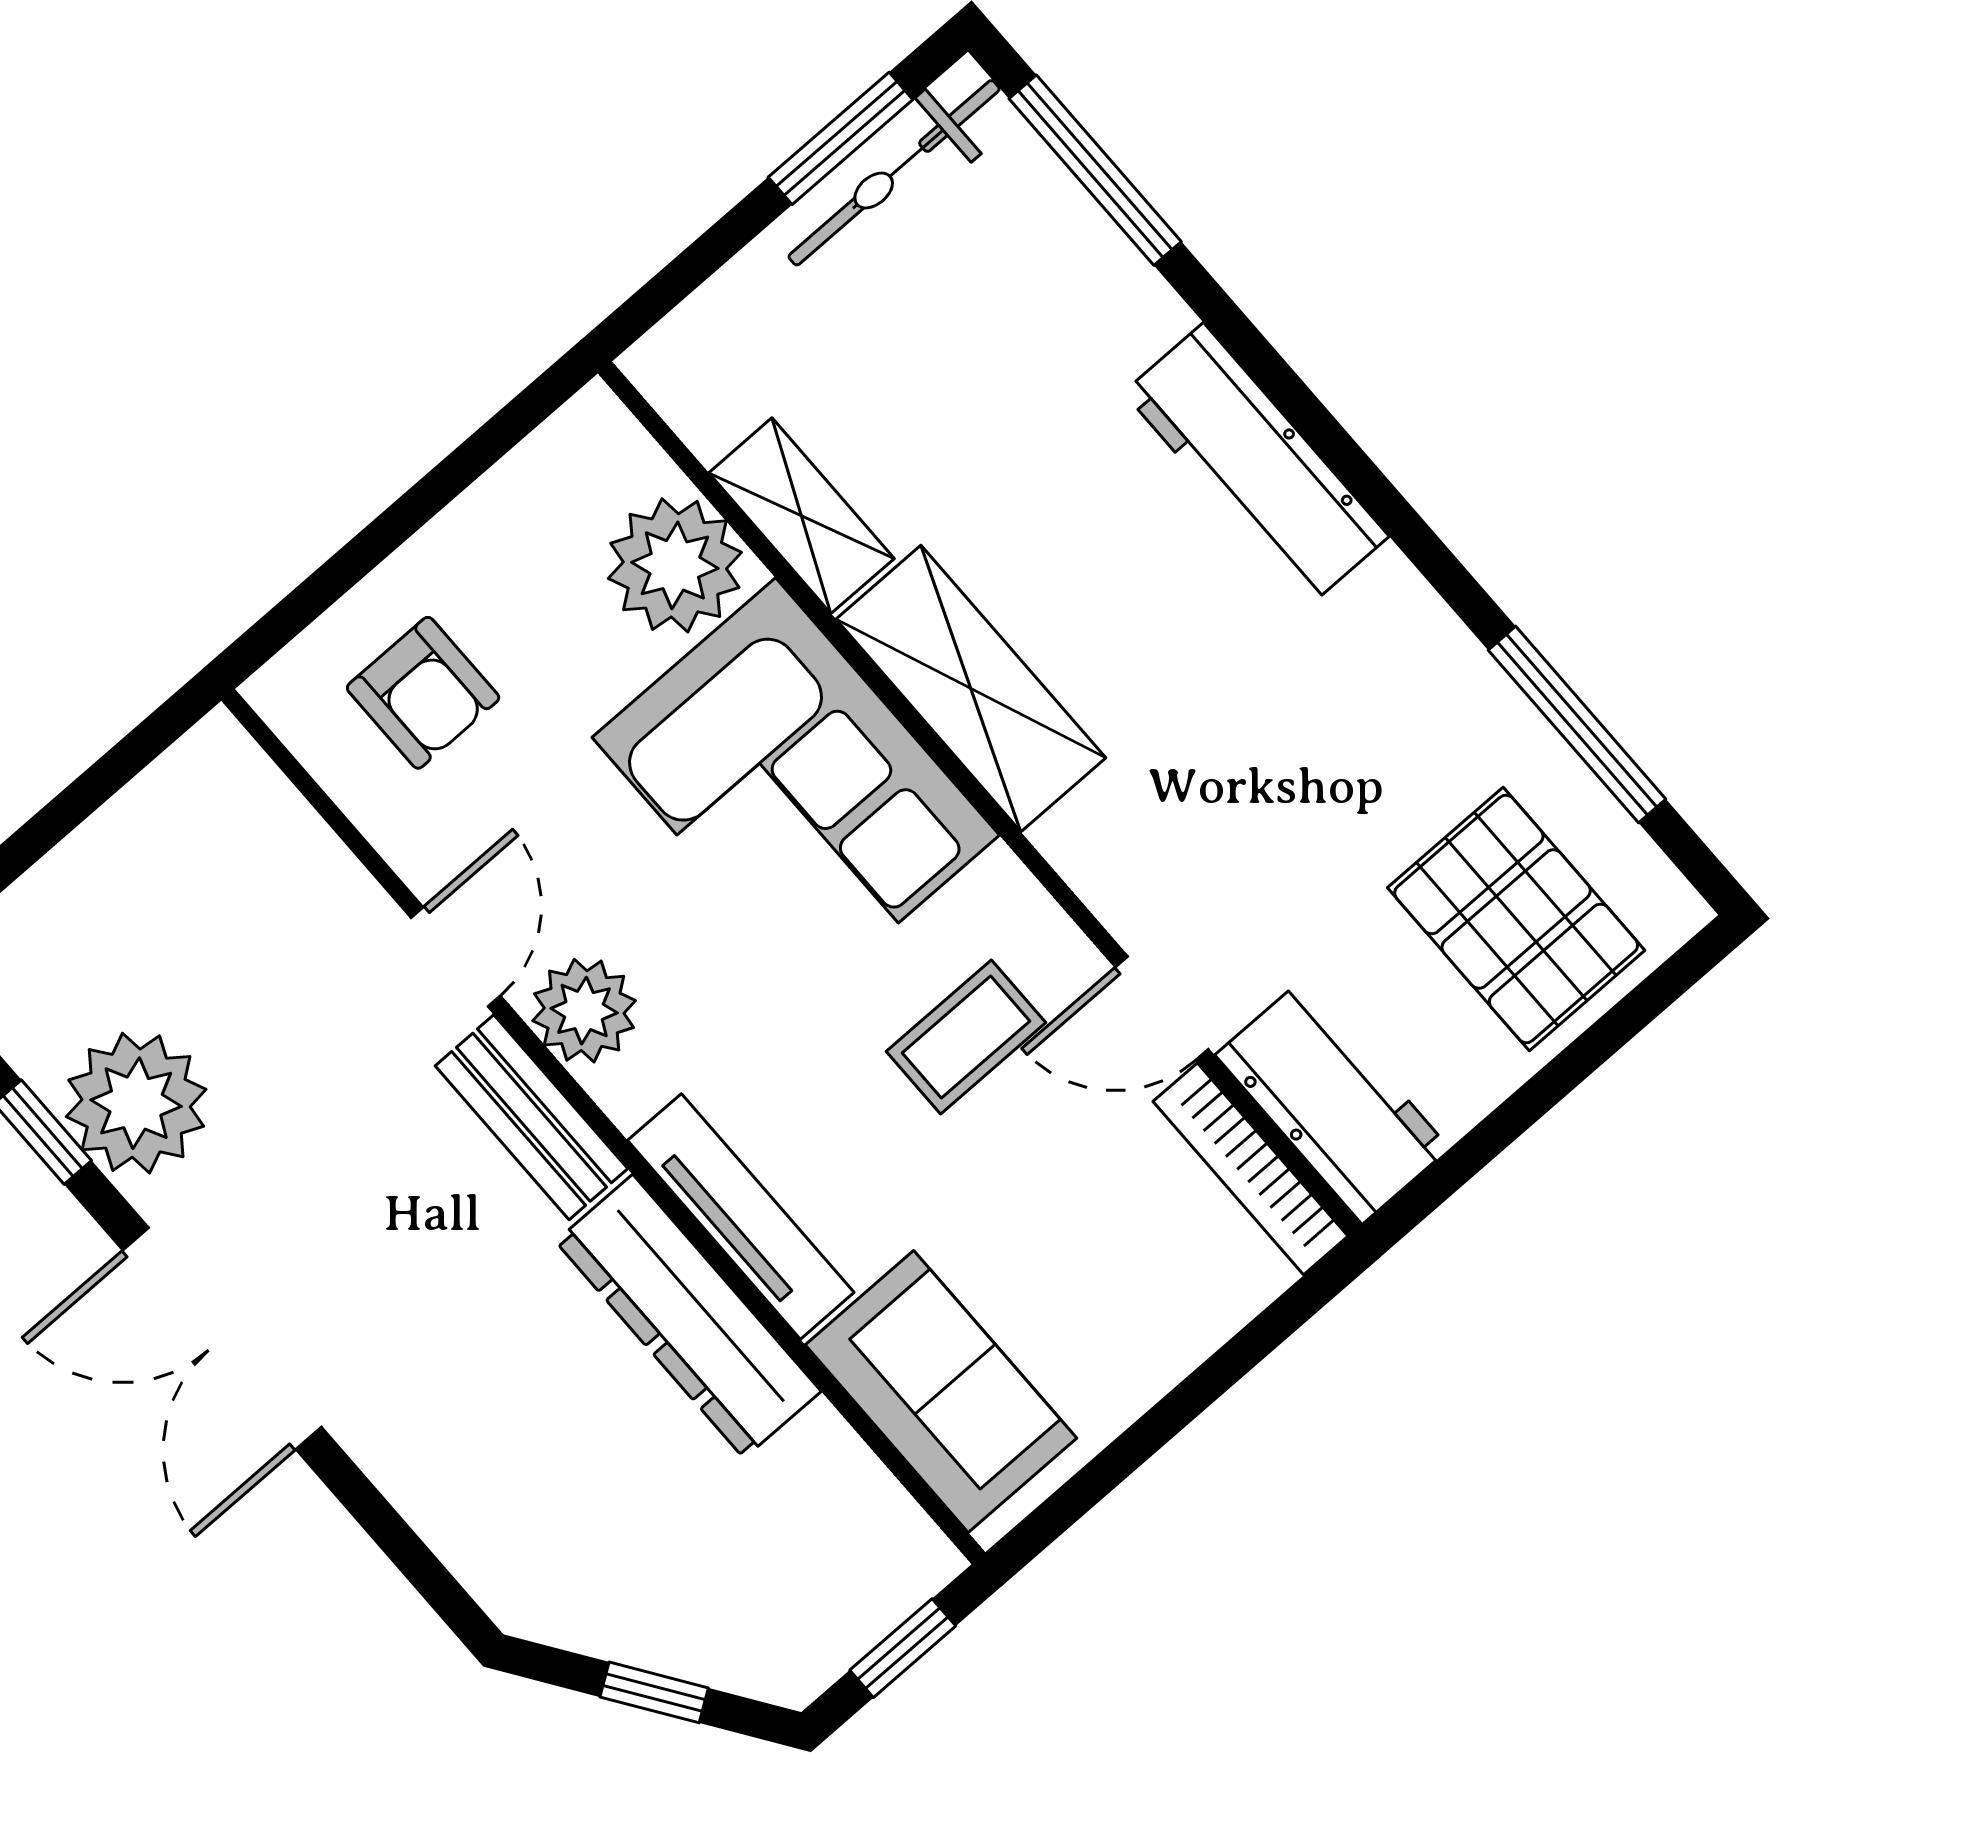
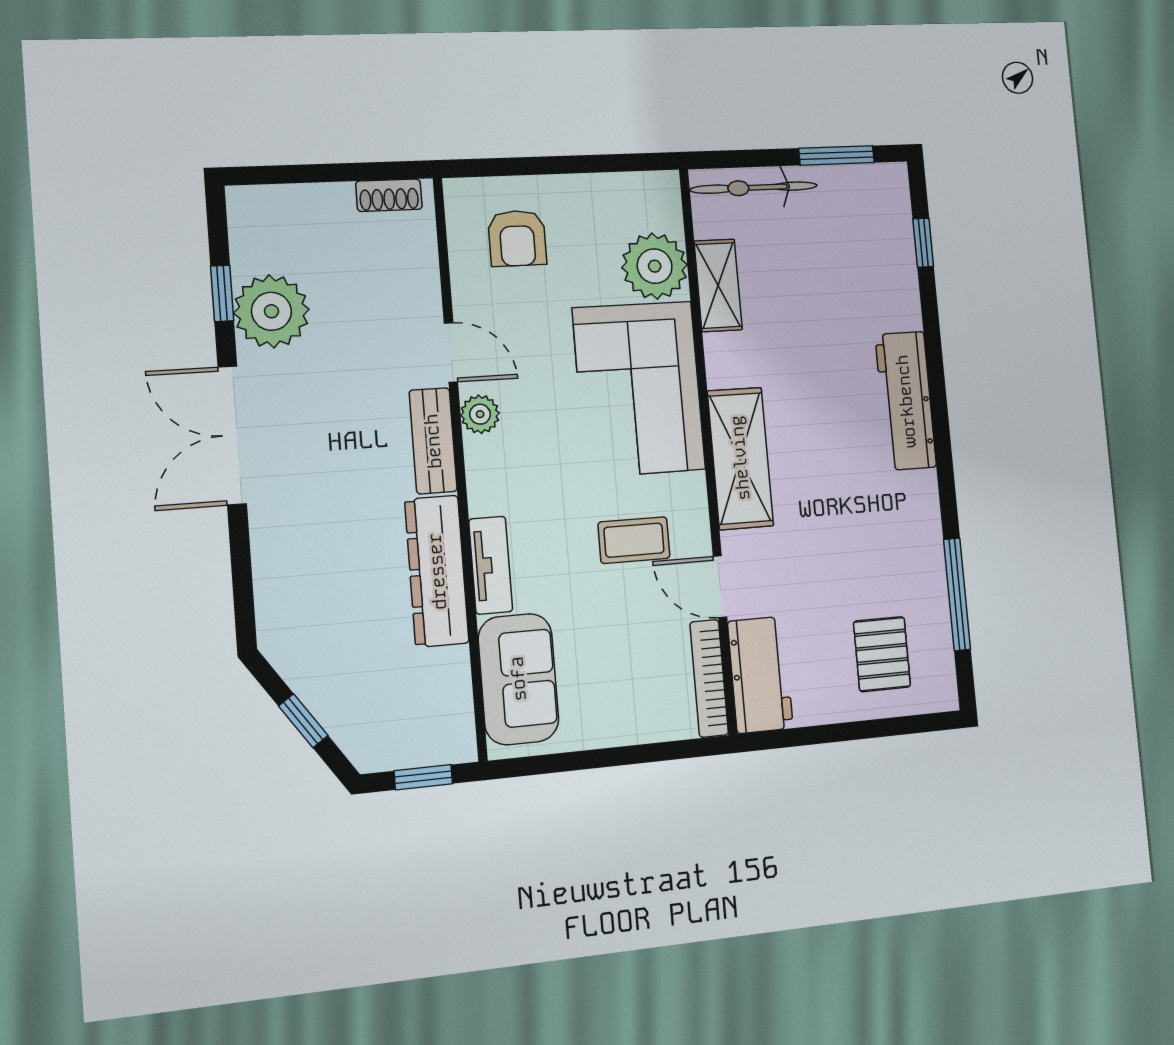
window: (1095, 170) -> (923, 243), width x0.46
bicycle: (894, 173) -> (754, 188), moved
shelving: (971, 689) -> (740, 458), moved
shoe rack: (175, 781) -> (389, 195), added
pallet: (1516, 919) -> (882, 654), width x0.67, depth x0.71
door: (456, 957) -> (451, 352), hinge flipped
plant: (584, 1011) -> (480, 414), width x0.73, depth x0.73
tv unit: (741, 1216) -> (491, 565), width x0.71

